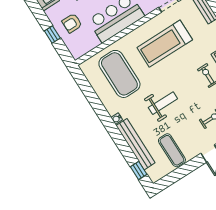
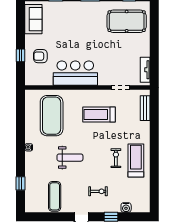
treadmill: (165, 44) -> (99, 114), width x0.73, depth x0.73
bench: (136, 144) -> (31, 175), removed
window: (139, 171) -> (21, 183), moved

